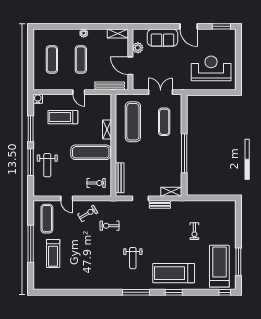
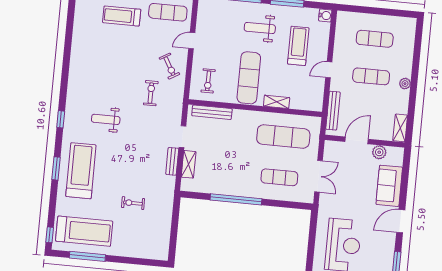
weight bench: (47, 165) -> (260, 28), moved
shelving: (171, 192) -> (189, 164), moved
window: (136, 292) -> (61, 119), width x0.46

